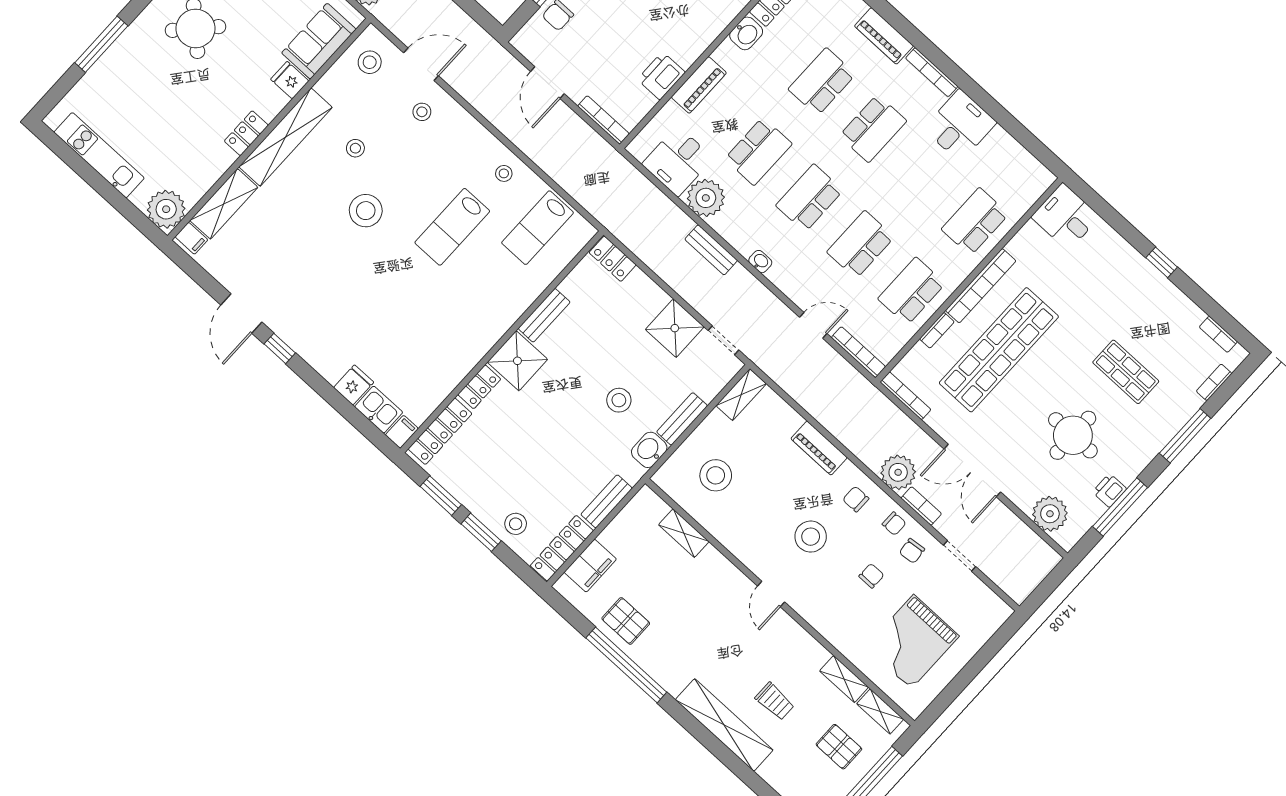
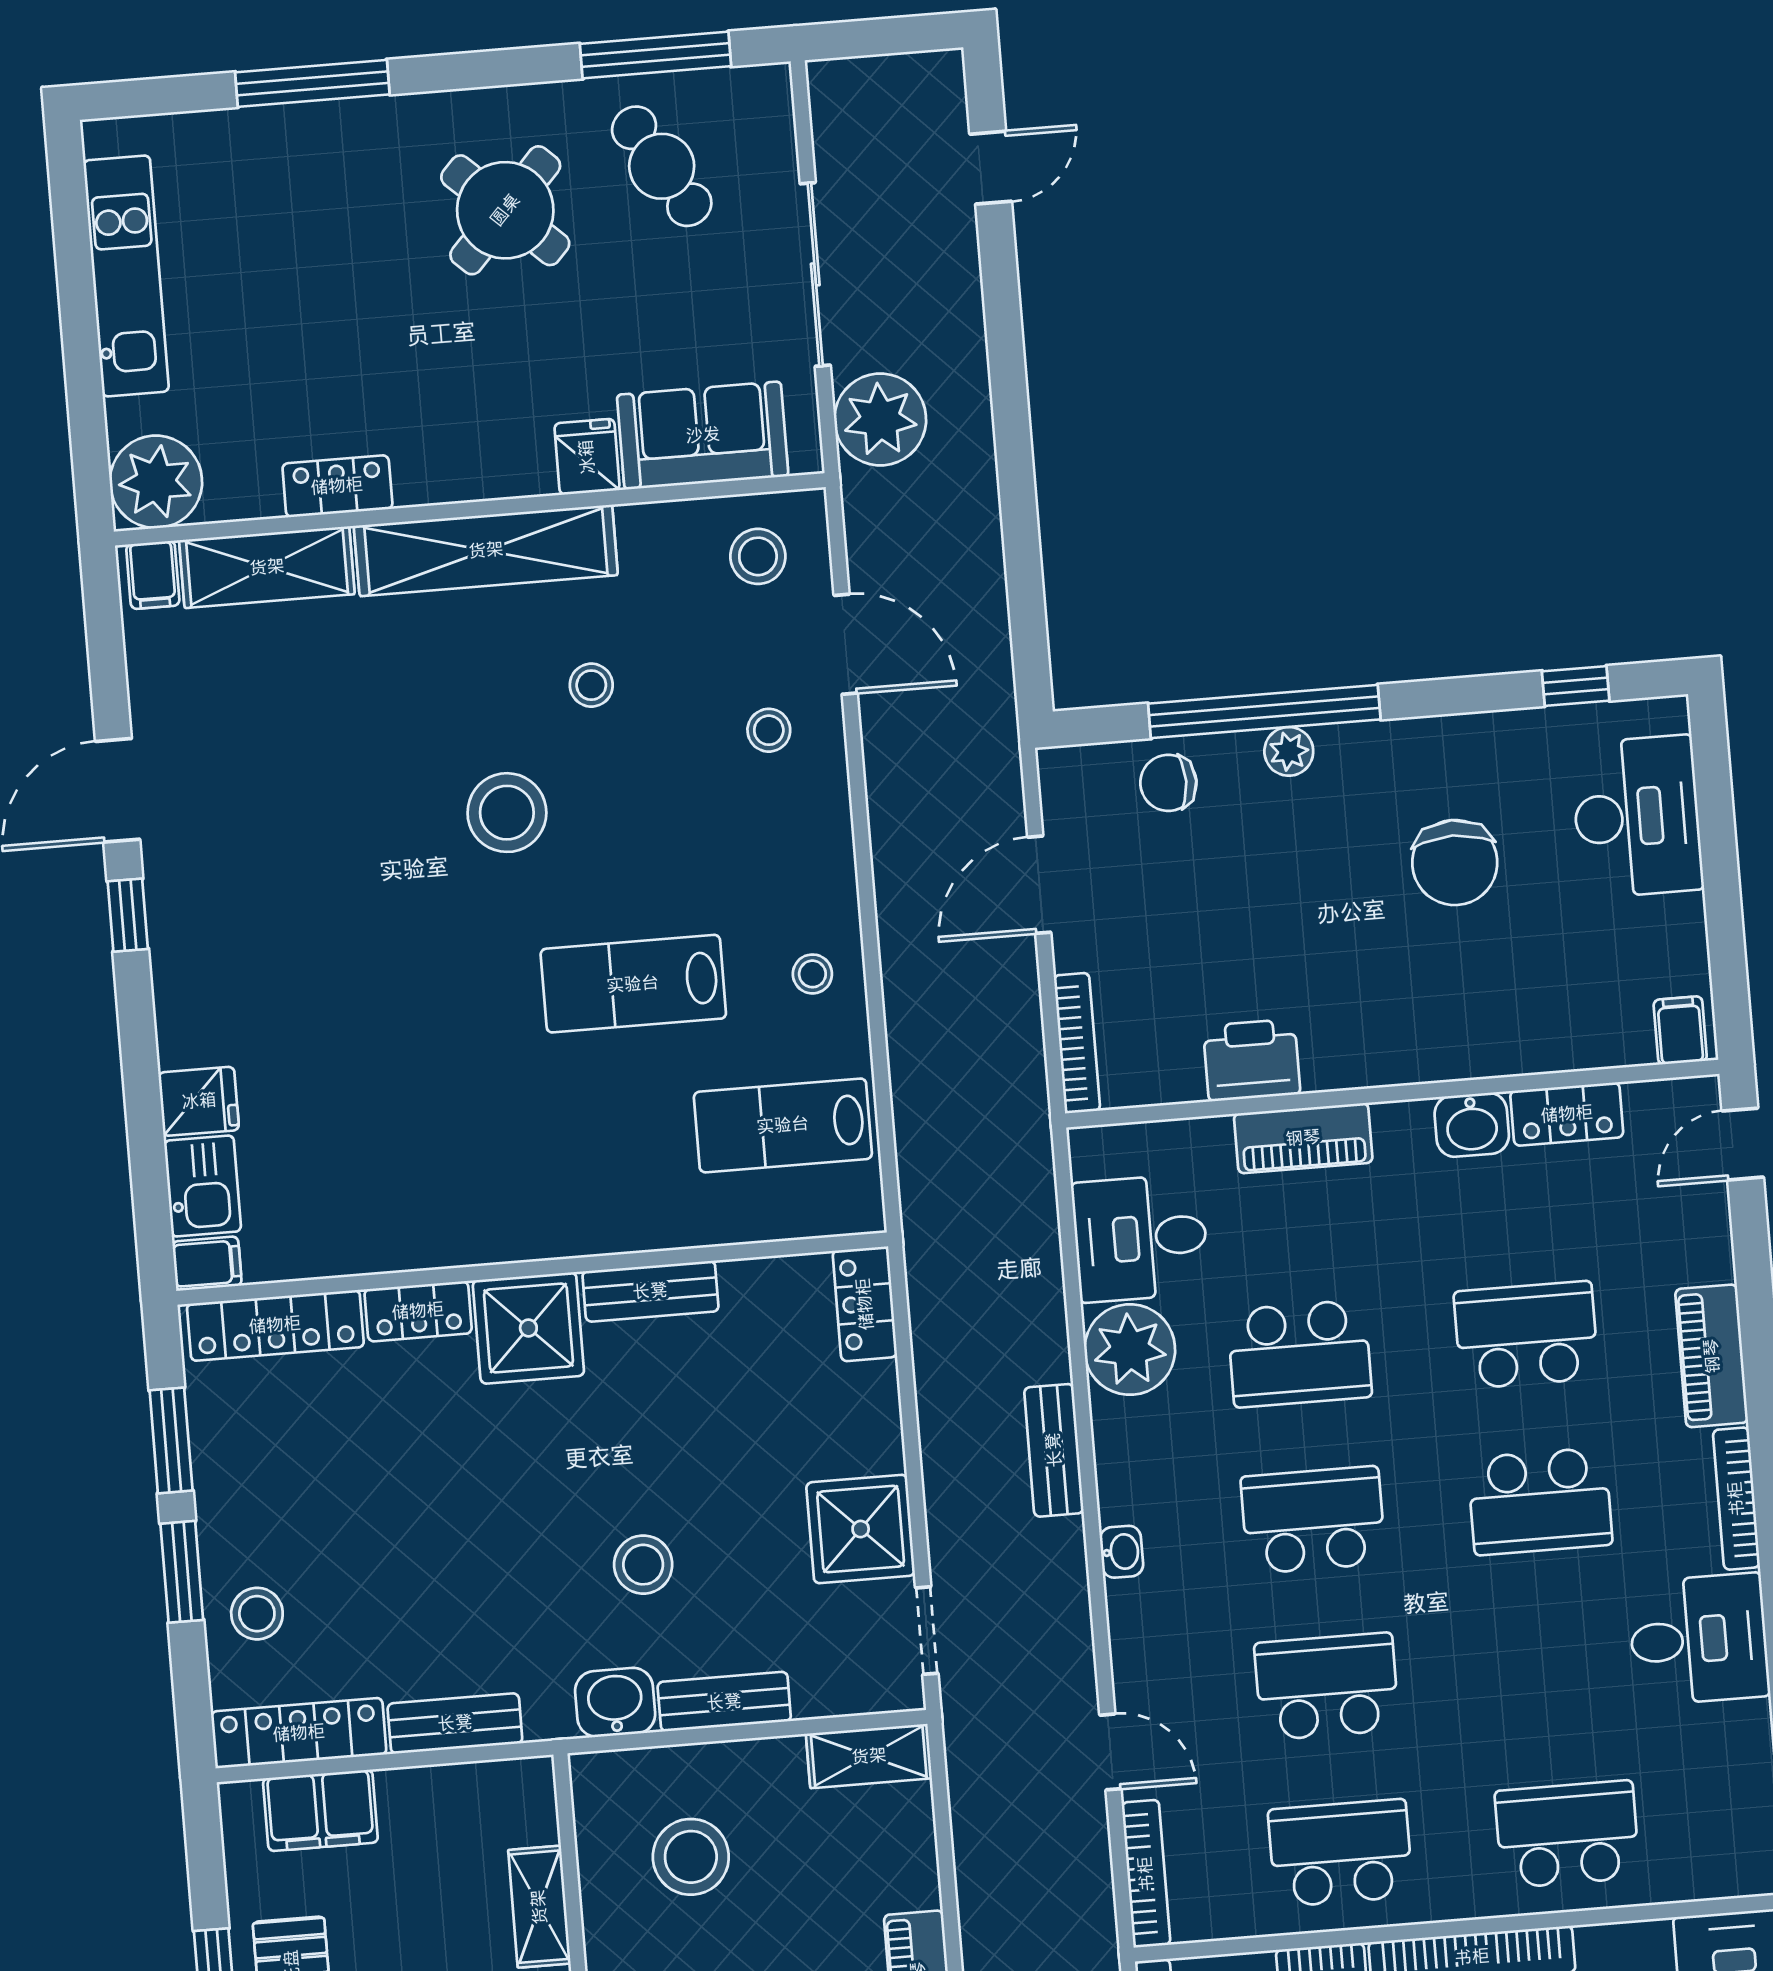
locker: (246, 133) -> (337, 486), moved

